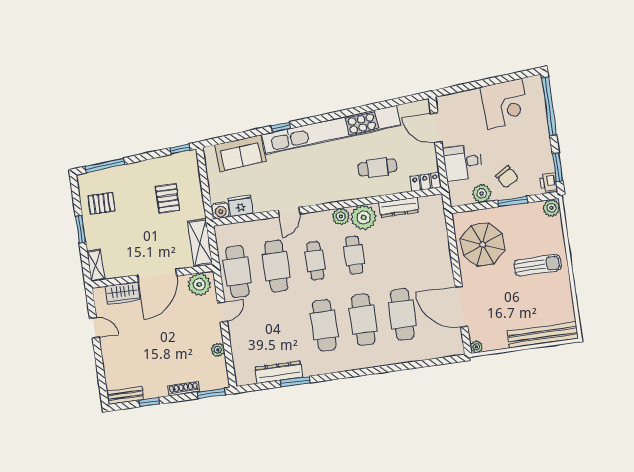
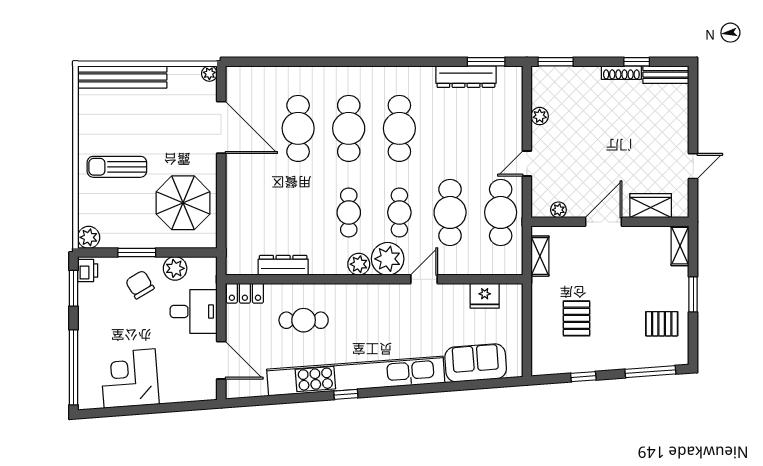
window: (281, 127) -> (346, 394), moved
window: (180, 149) -> (583, 377), moved
water cooler: (221, 210) -> (511, 294), removed
plant: (364, 217) -> (388, 259), moved
shelving: (200, 243) -> (540, 256), width x0.67, depth x0.75
door: (157, 275) -> (604, 222), width x0.73
plant: (199, 284) -> (558, 210), width x0.53, depth x0.53
door: (94, 328) -> (693, 166), swing flipped
window: (295, 382) -> (486, 62), moved
shoe rack: (184, 389) -> (621, 73), moved

